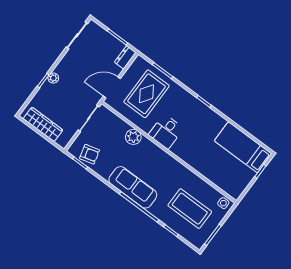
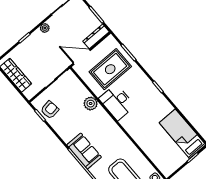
dresser: (125, 57) -> (96, 36), width x1.44
plant: (53, 78) -> (45, 28), moved
desk: (166, 132) -> (117, 102), width x1.37
armchair: (90, 154) -> (50, 110), turned -83
sofa: (133, 187) -> (84, 151), width x0.73

